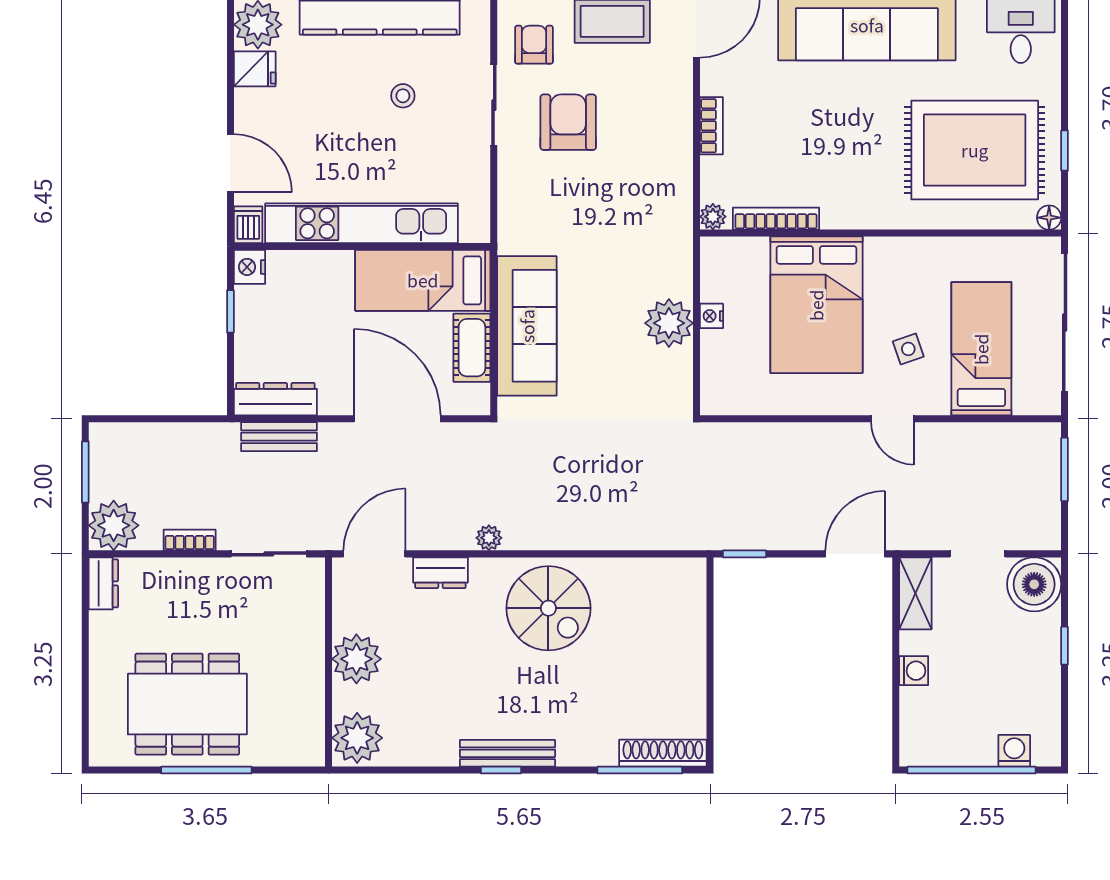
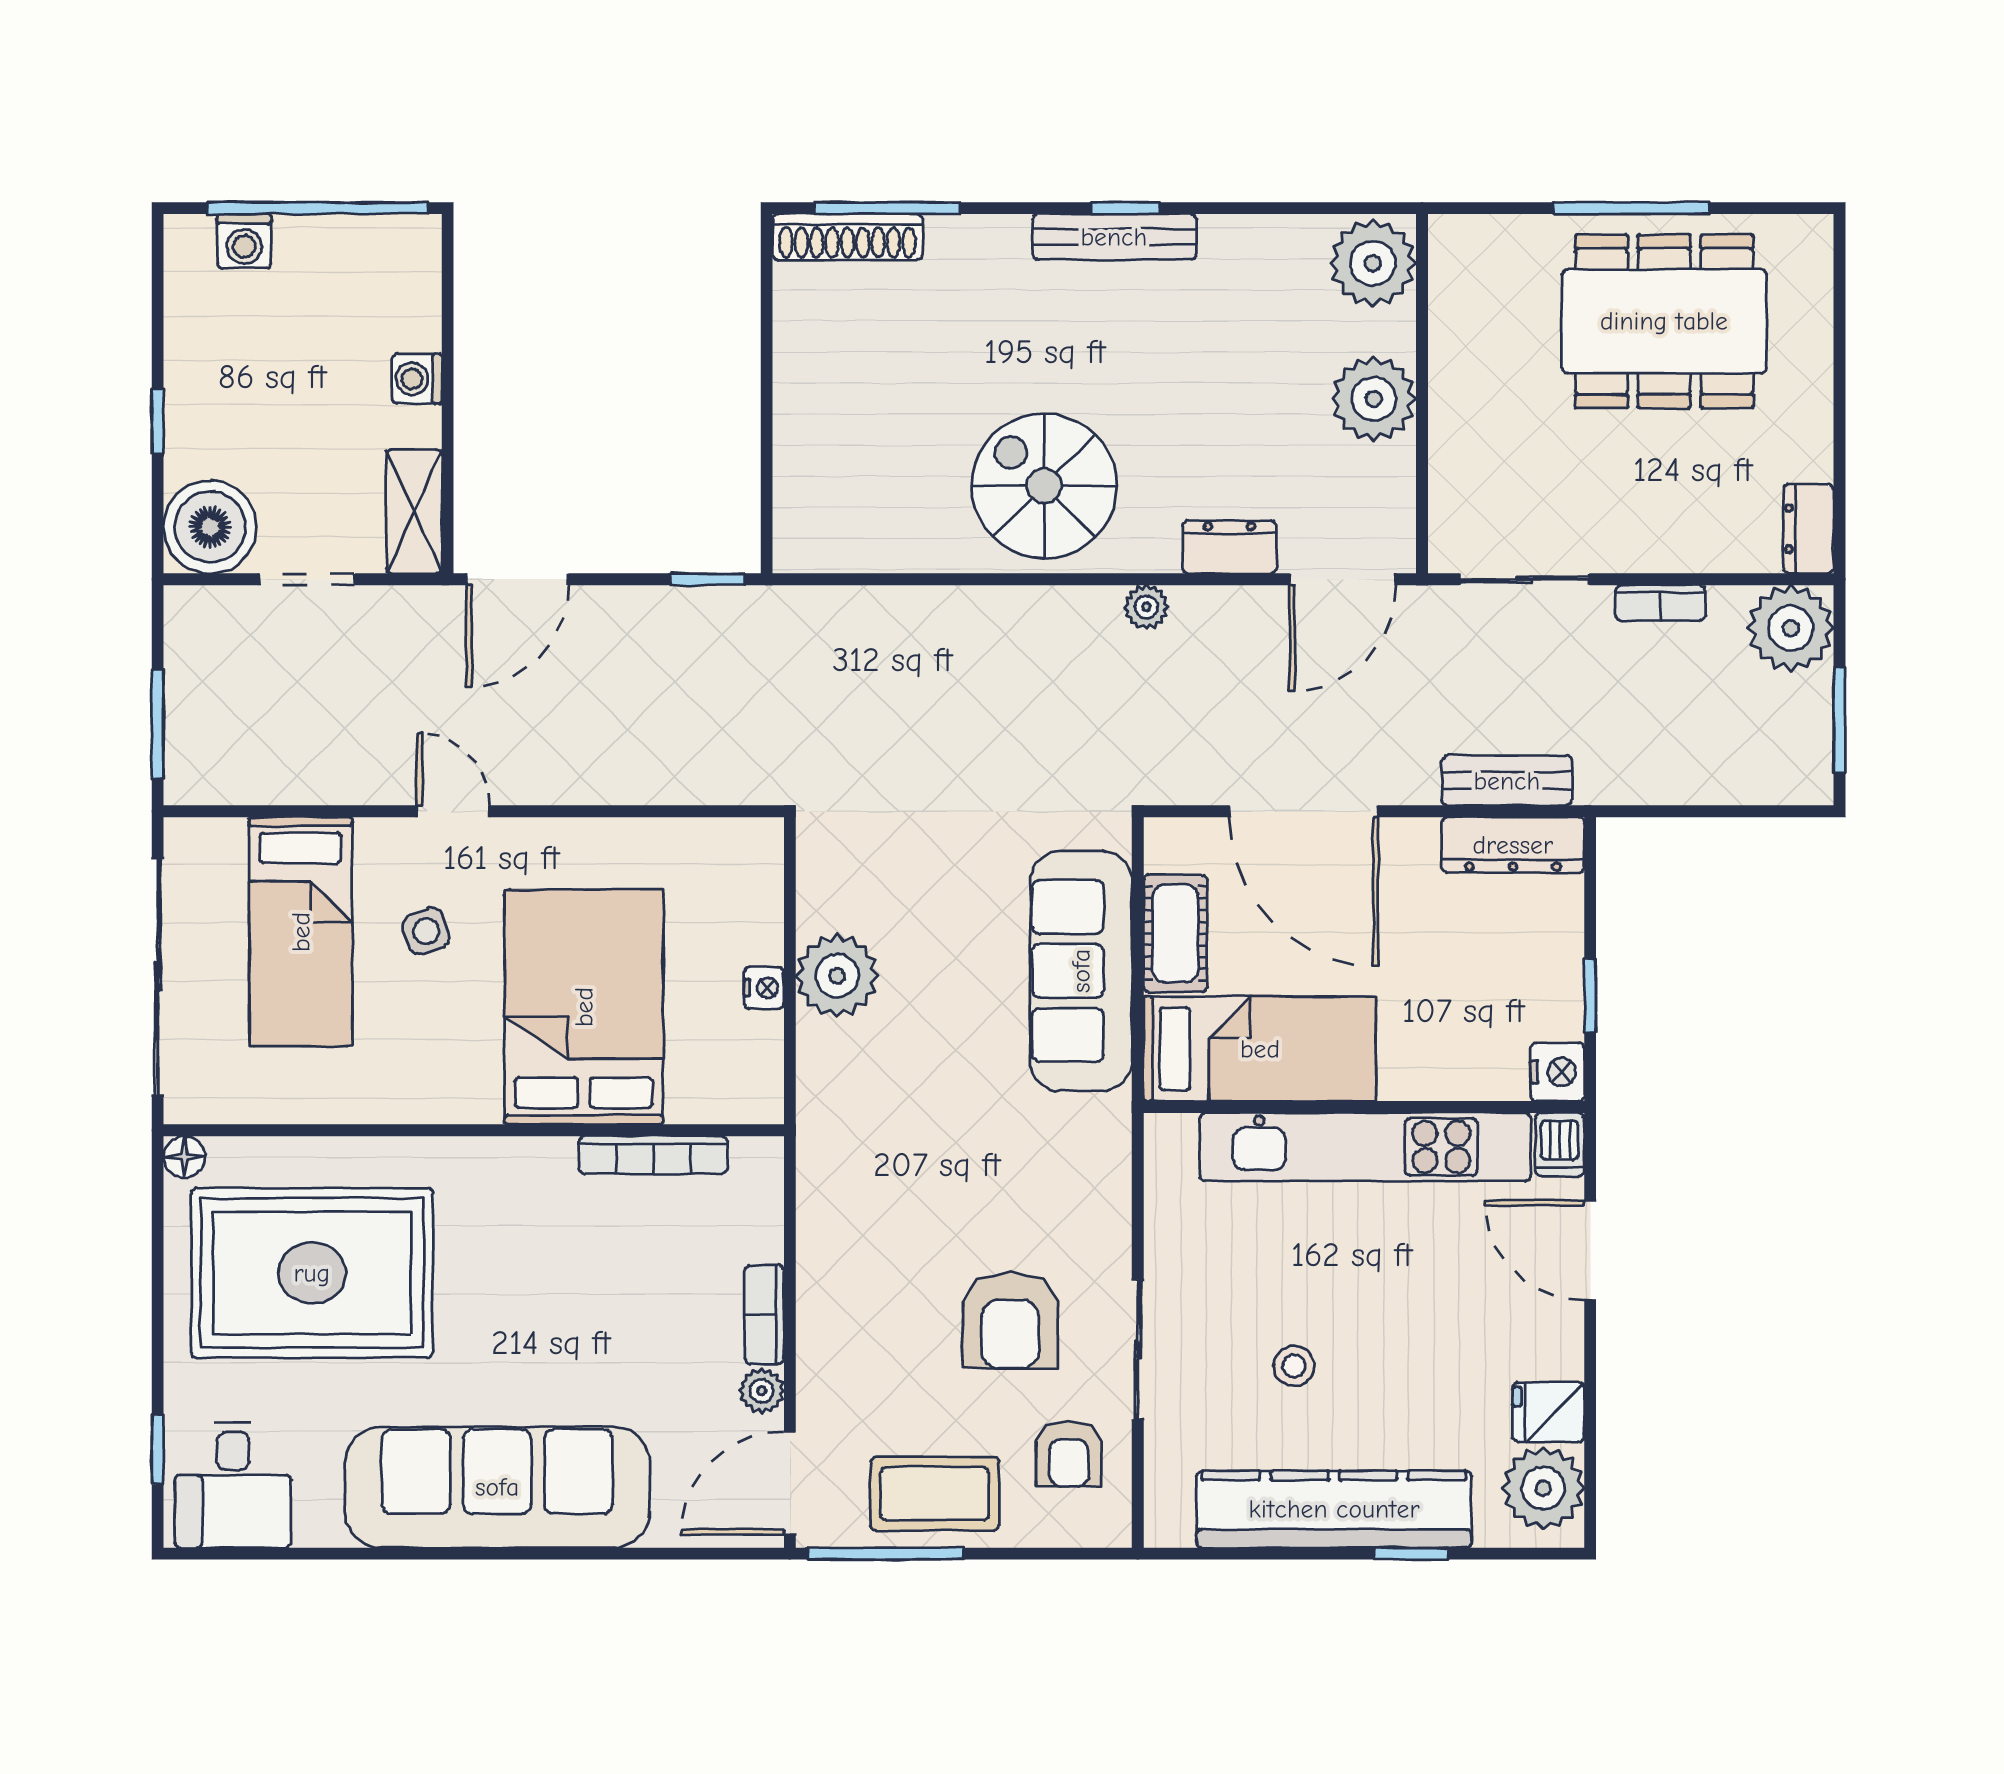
window: (1065, 151) -> (158, 1449), moved
plant: (713, 217) -> (762, 1391), moved

